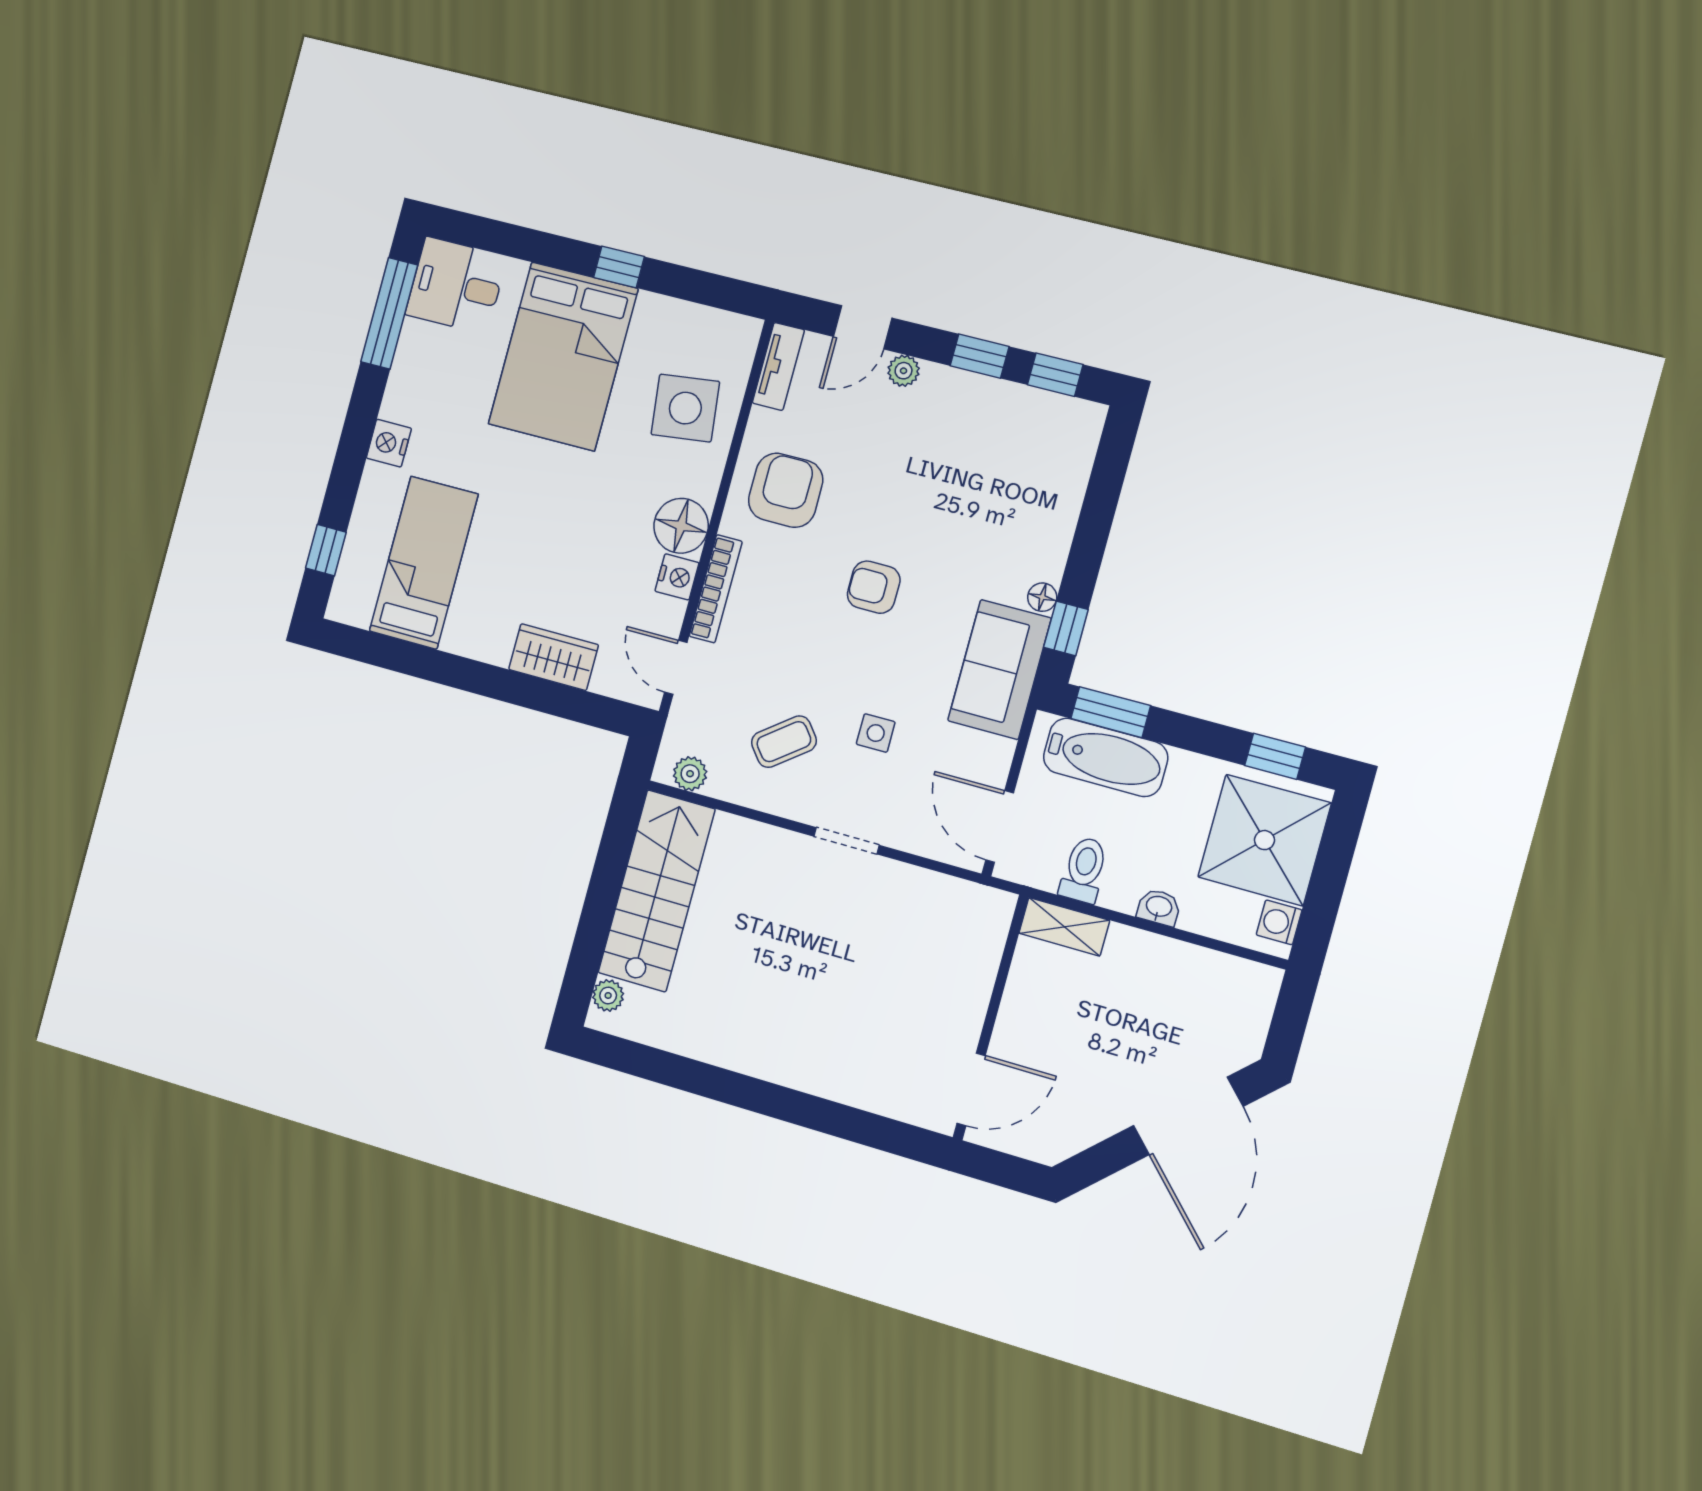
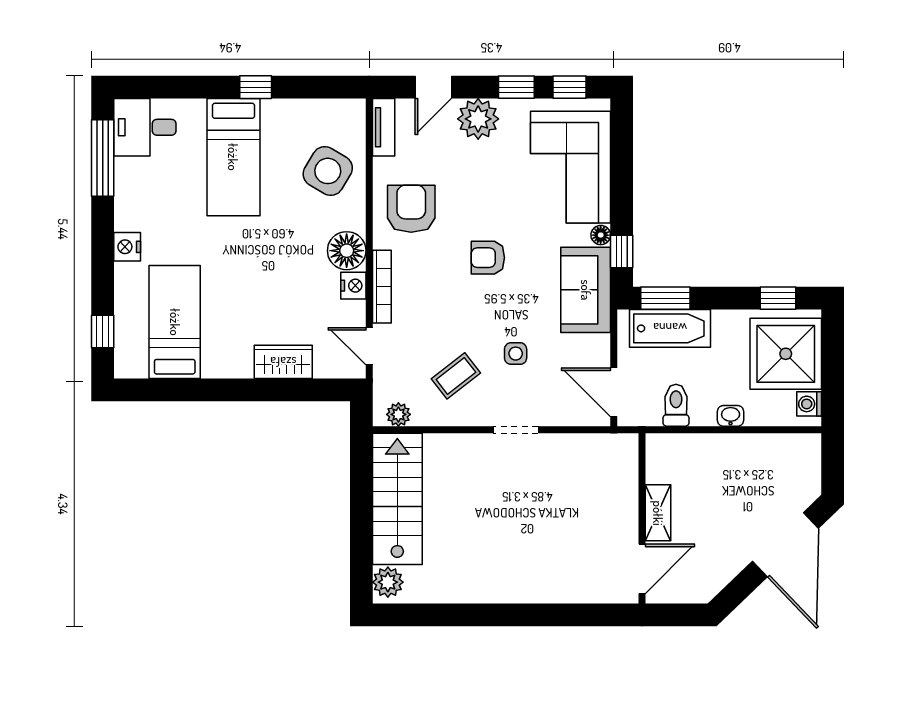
bed: (563, 356) -> (233, 157), width x0.67
plant: (903, 371) -> (478, 119), width x1.87, depth x1.87
side table: (685, 408) -> (328, 171), turned 38
corner sofa: (1025, 489) -> (570, 167), added
shelving: (1064, 927) -> (658, 513), moved, turned 90
plant: (608, 996) -> (388, 582), width x1.38, depth x1.38

